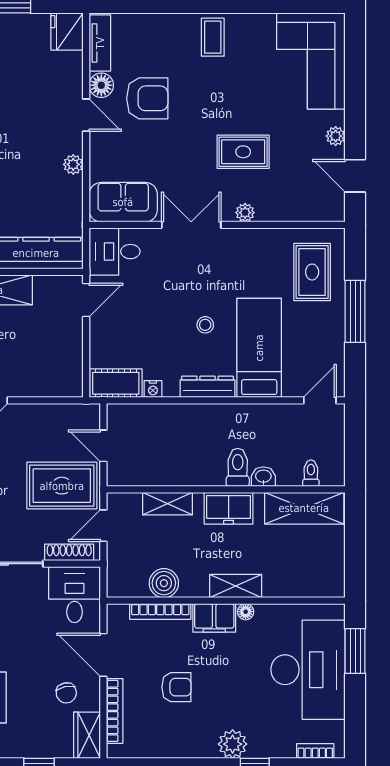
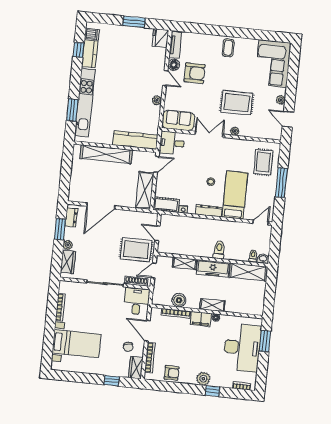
rug: (243, 152) -> (237, 103), width x1.36, depth x1.43
shelving: (67, 358) -> (145, 190), added
washbasin: (263, 477) -> (263, 259), moved
freezer: (229, 508) -> (213, 268), width x1.40
armchair: (176, 687) -> (172, 373), moved

